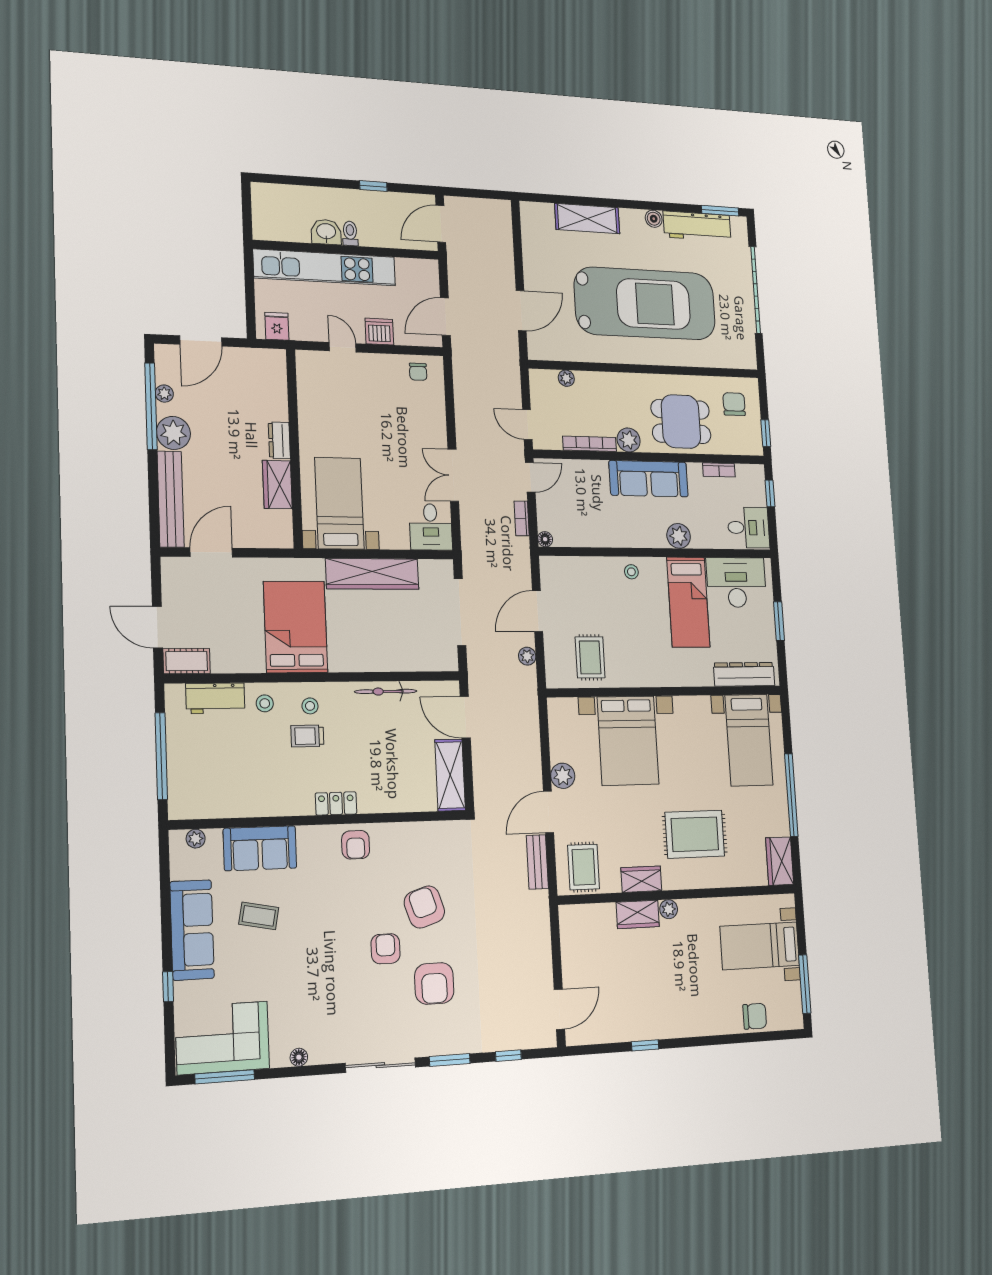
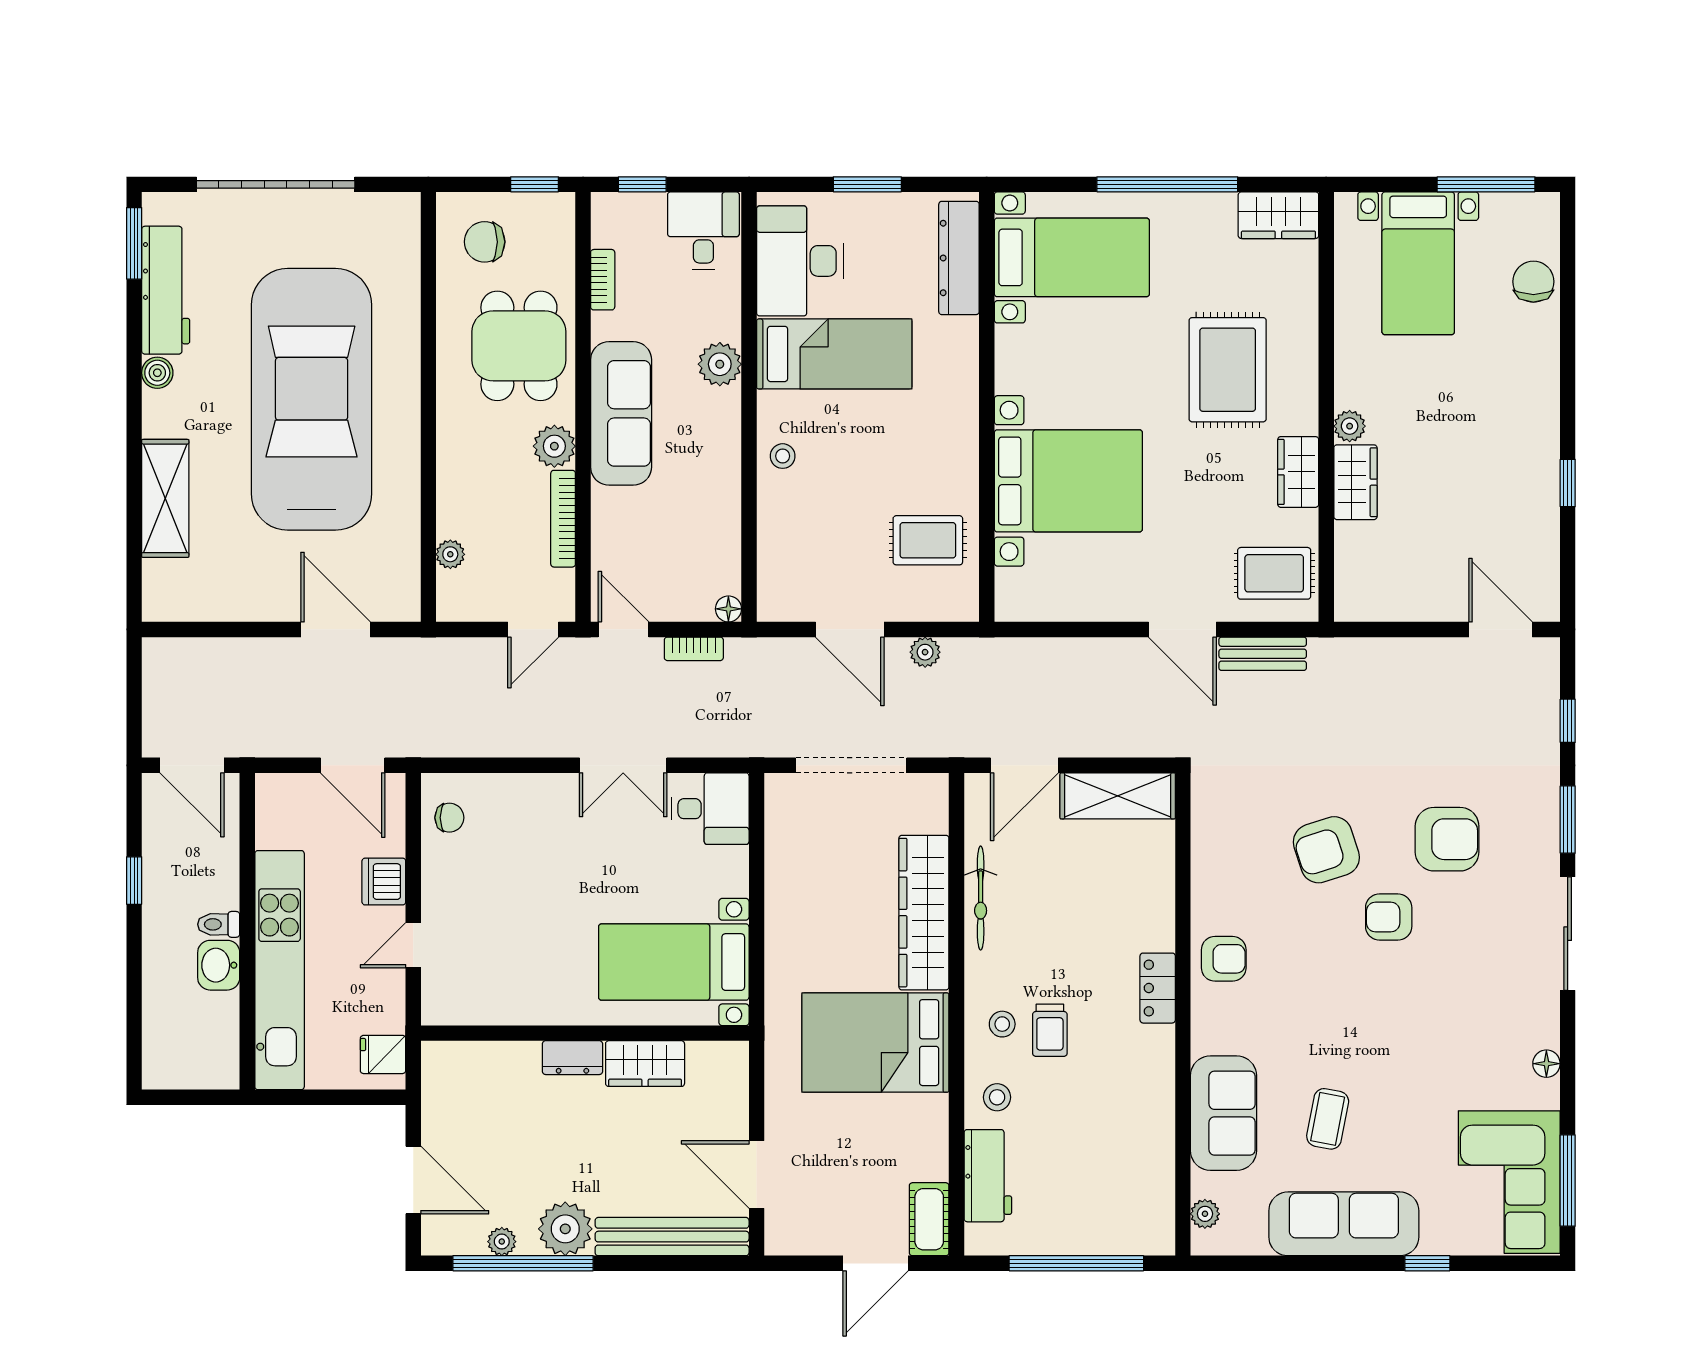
wardrobe: (372, 574) -> (924, 913), moved, turned 180
plant: (563, 776) -> (1124, 601), removed

